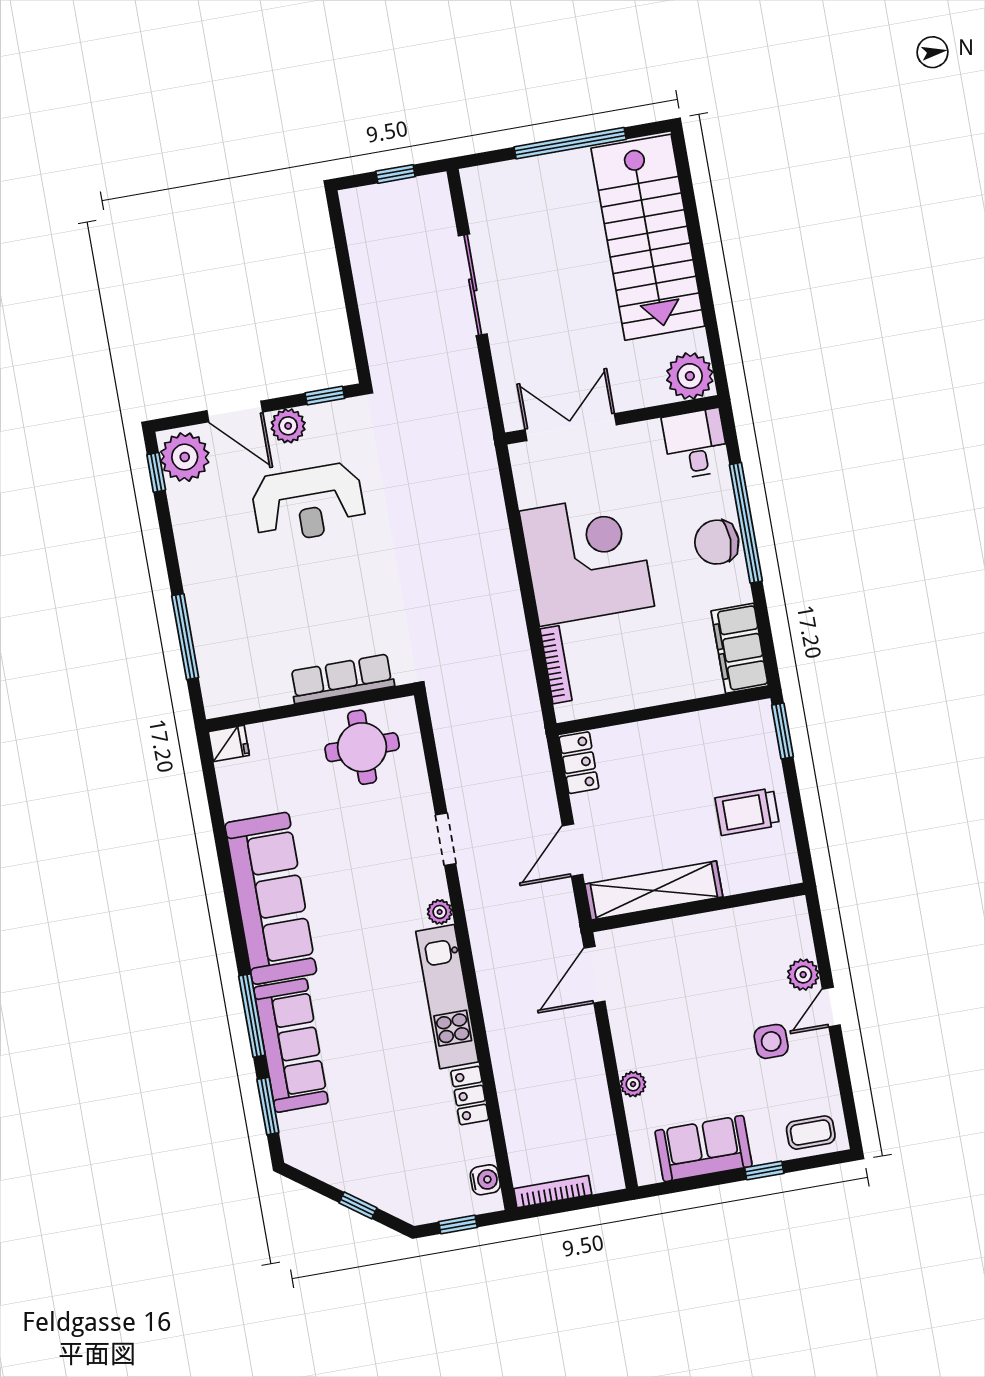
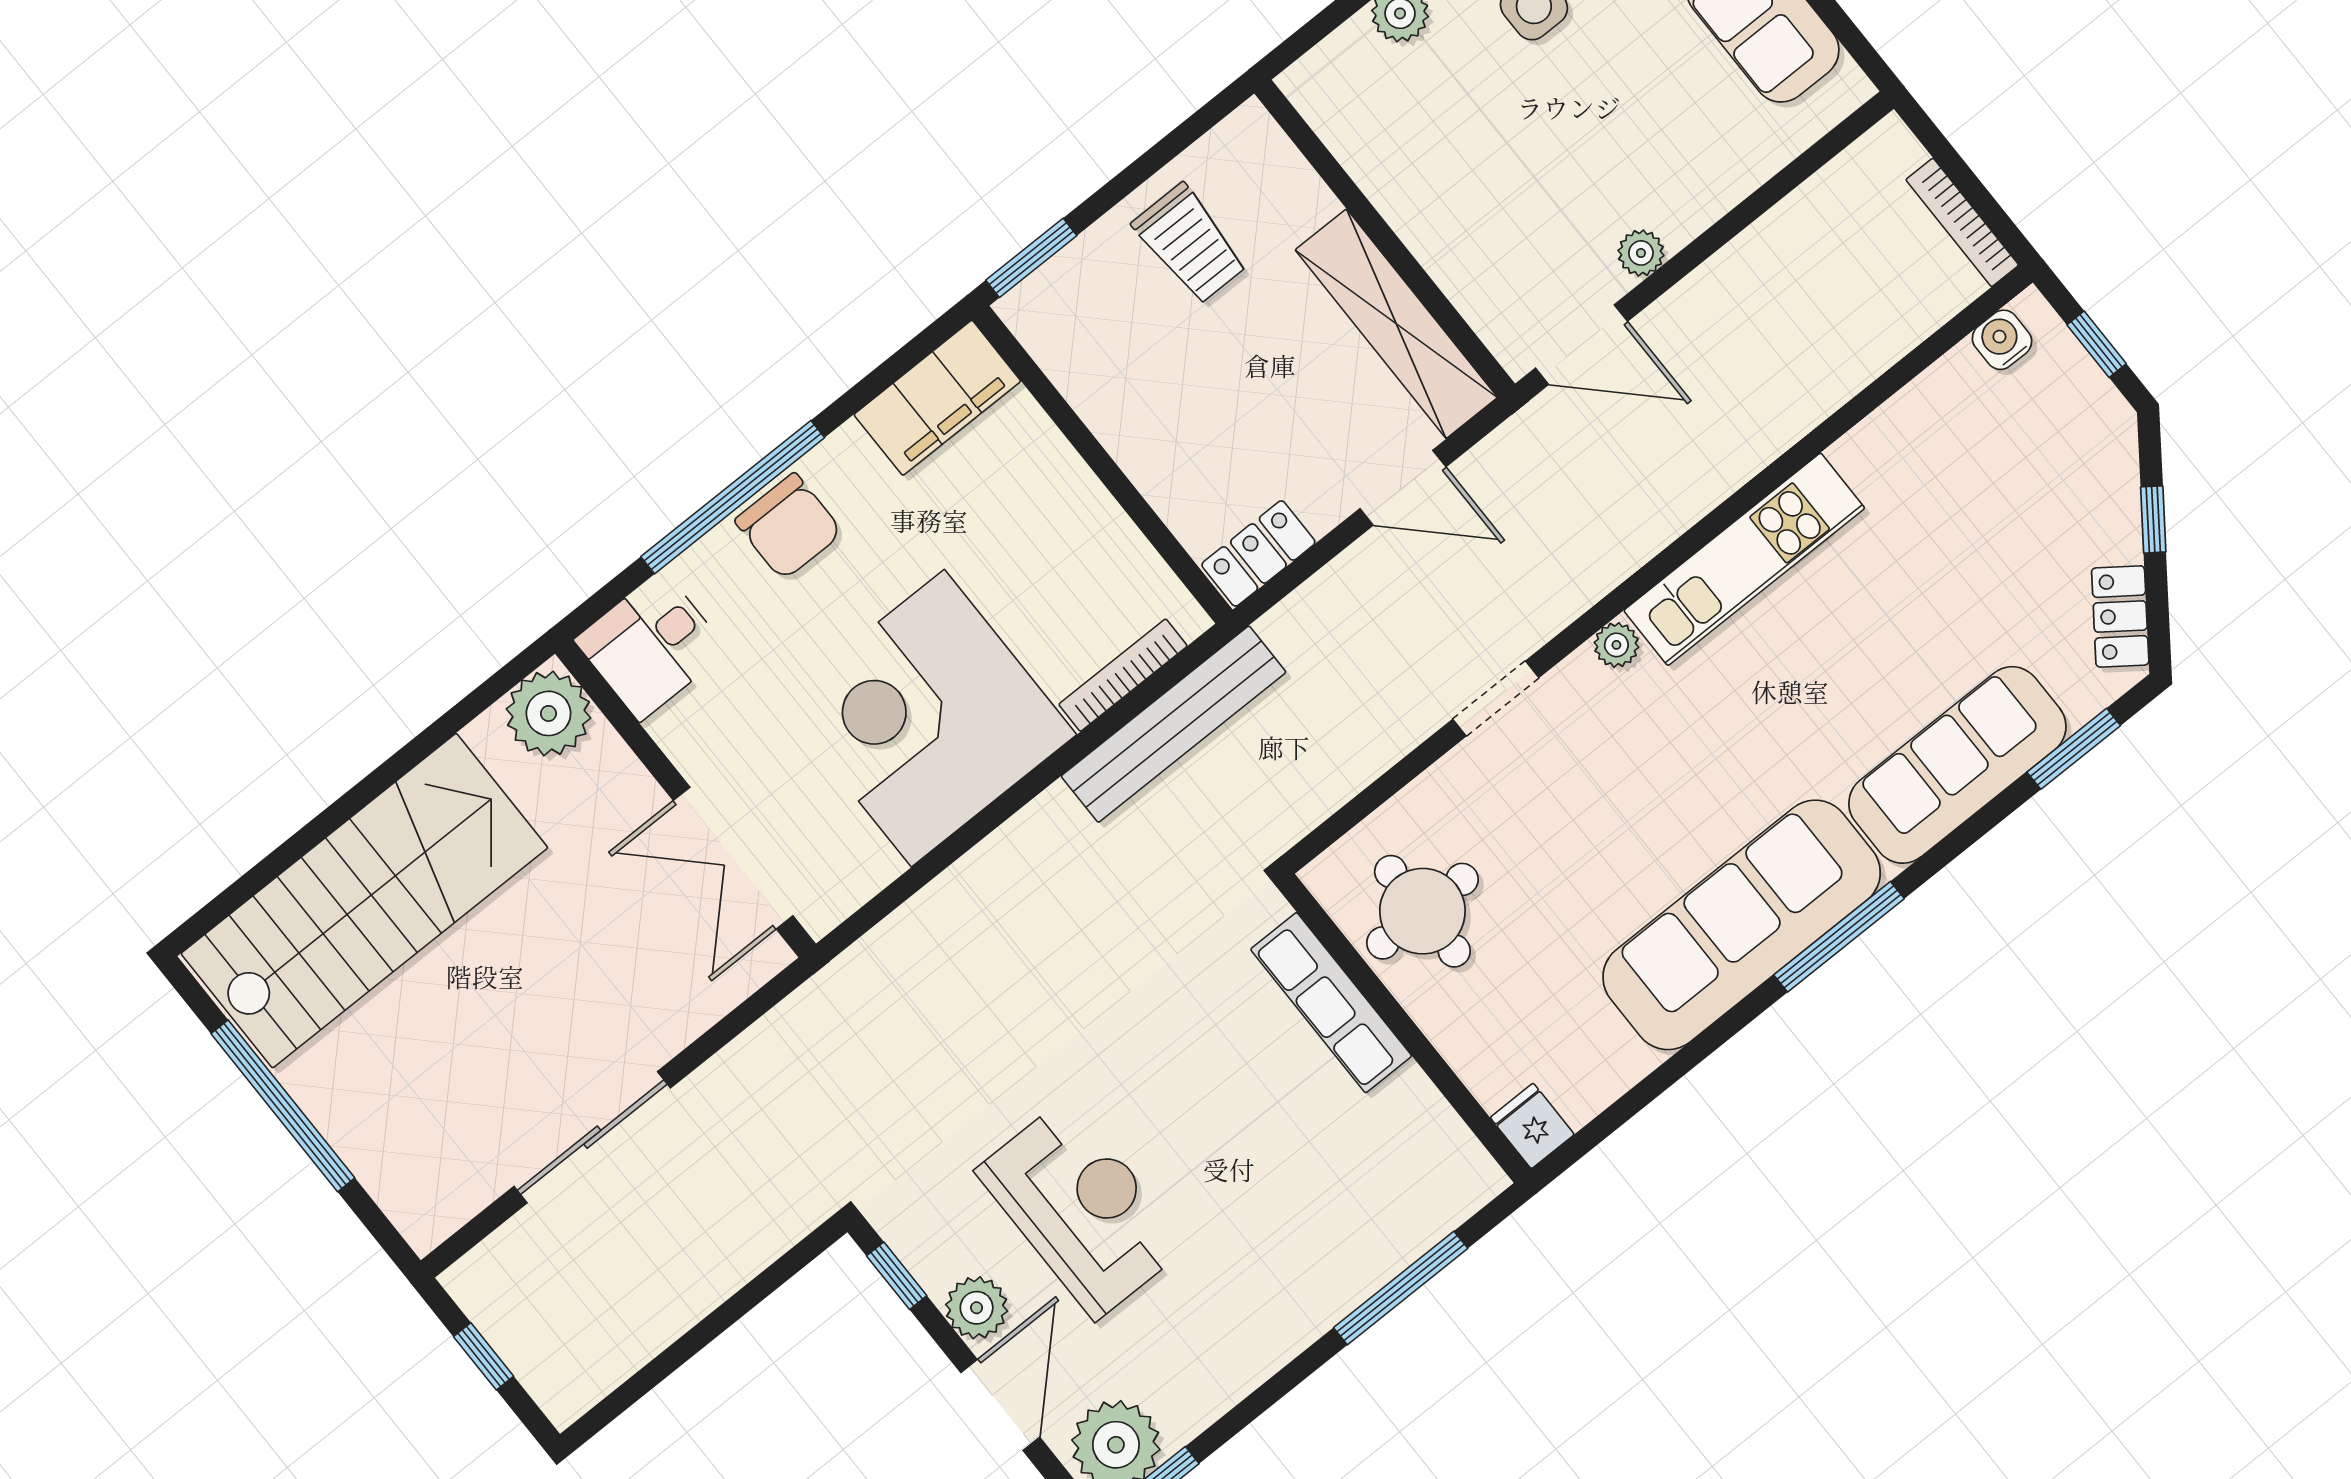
bench: (519, 676) -> (1174, 724), added
window: (252, 1016) -> (1839, 937), moved
plant: (633, 1084) -> (1641, 253), moved
locker: (470, 1095) -> (2120, 616), moved, turned 126

